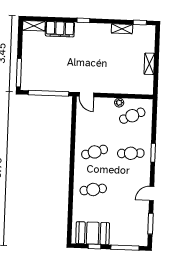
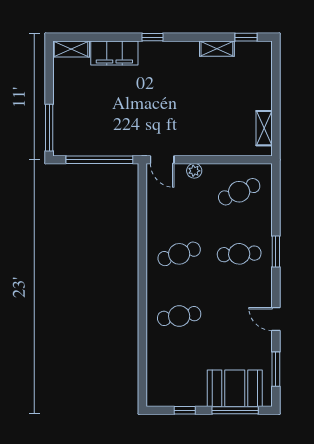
shelving: (149, 64) -> (264, 128), moved
plant: (119, 103) -> (194, 171), moved
door: (152, 193) -> (276, 319), hinge flipped
booth: (93, 233) -> (235, 388), moved

